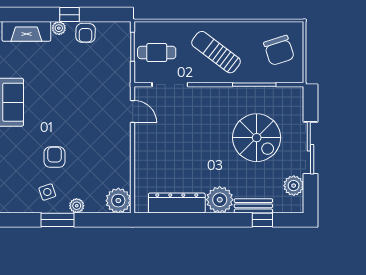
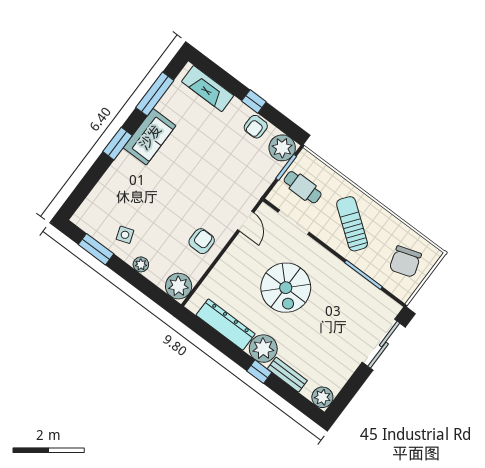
plant: (59, 28) -> (282, 148), moved, width x1.88, depth x1.88
spiral stairs: (257, 138) -> (286, 288), moved
sliding door: (310, 148) -> (384, 345), moved
armchair: (54, 157) -> (202, 241), moved
plant: (294, 186) -> (322, 397), moved
window: (58, 220) -> (96, 249), moved
window: (262, 220) -> (259, 372), moved

